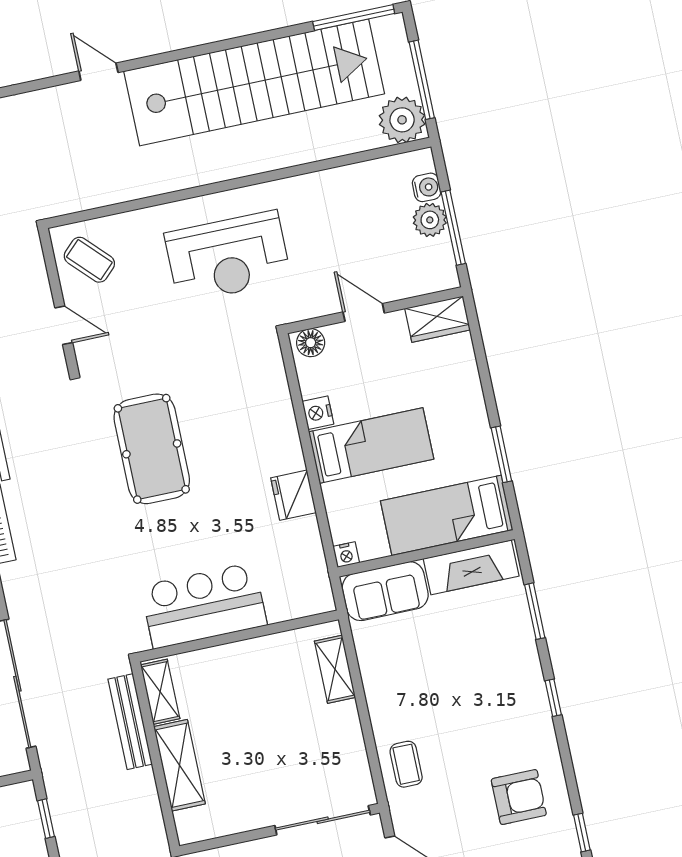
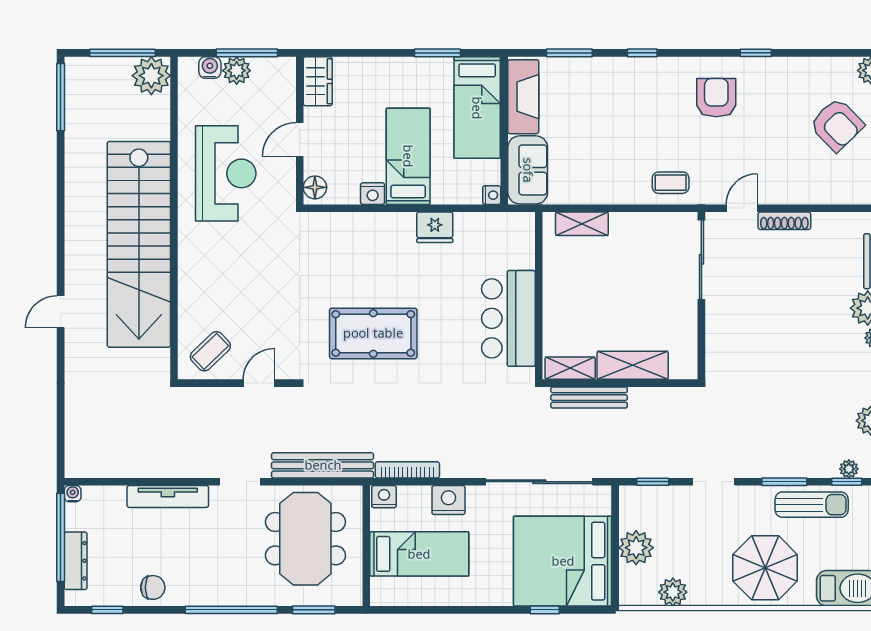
stairs: (254, 82) -> (139, 244), moved, turned 180
reception desk: (228, 257) -> (226, 173), moved

